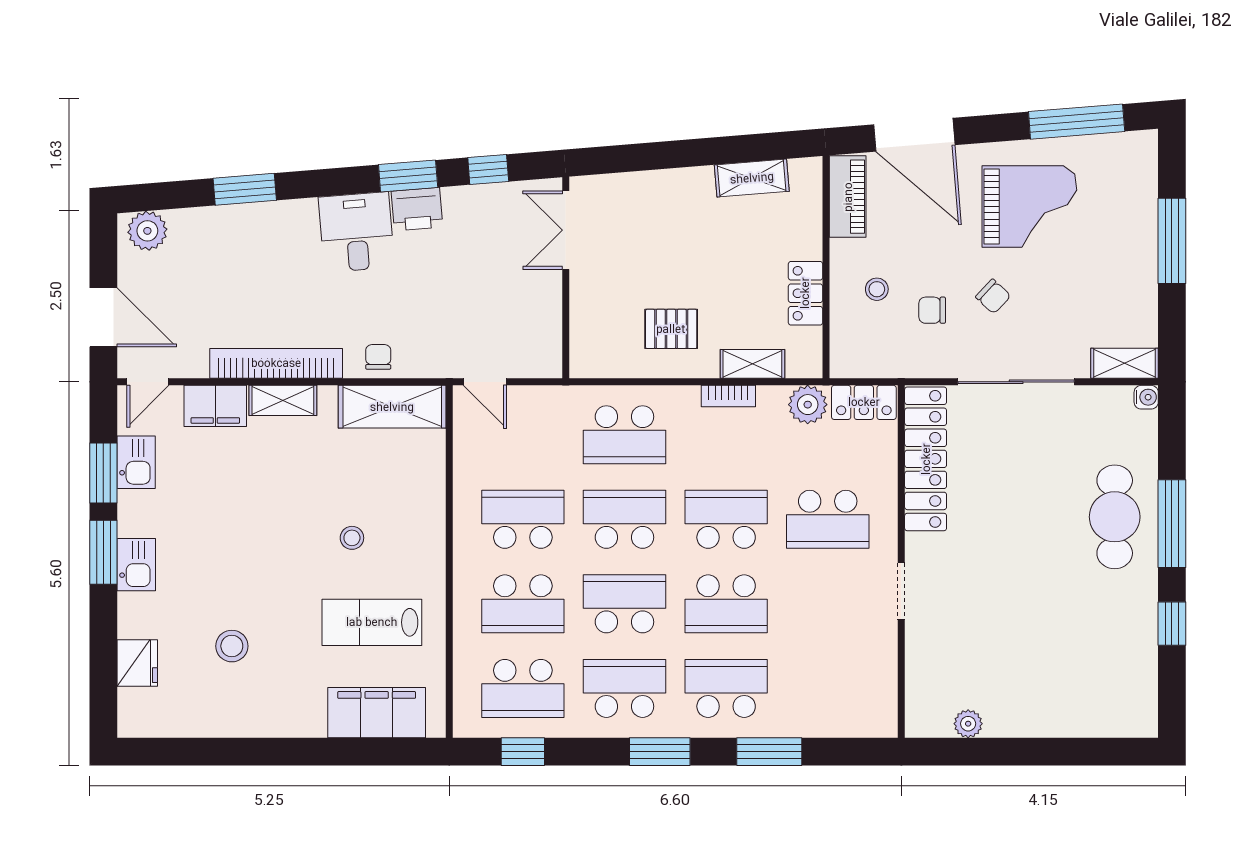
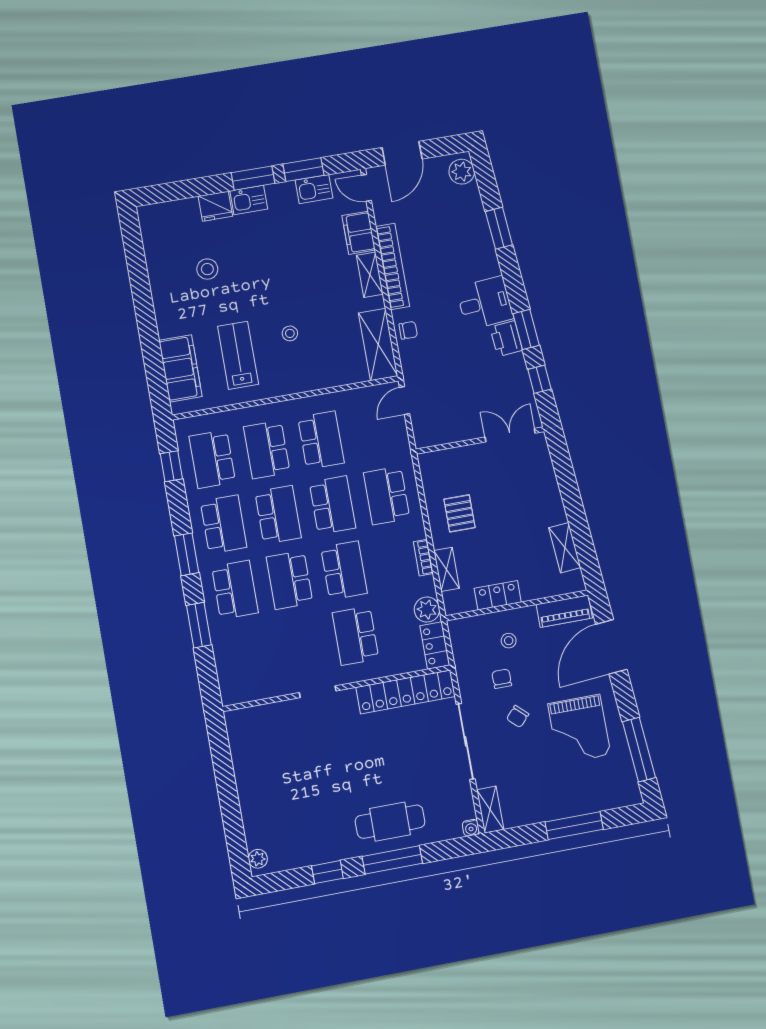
fridge: (137, 663) -> (215, 206), moved
plant: (968, 724) -> (258, 859), moved

